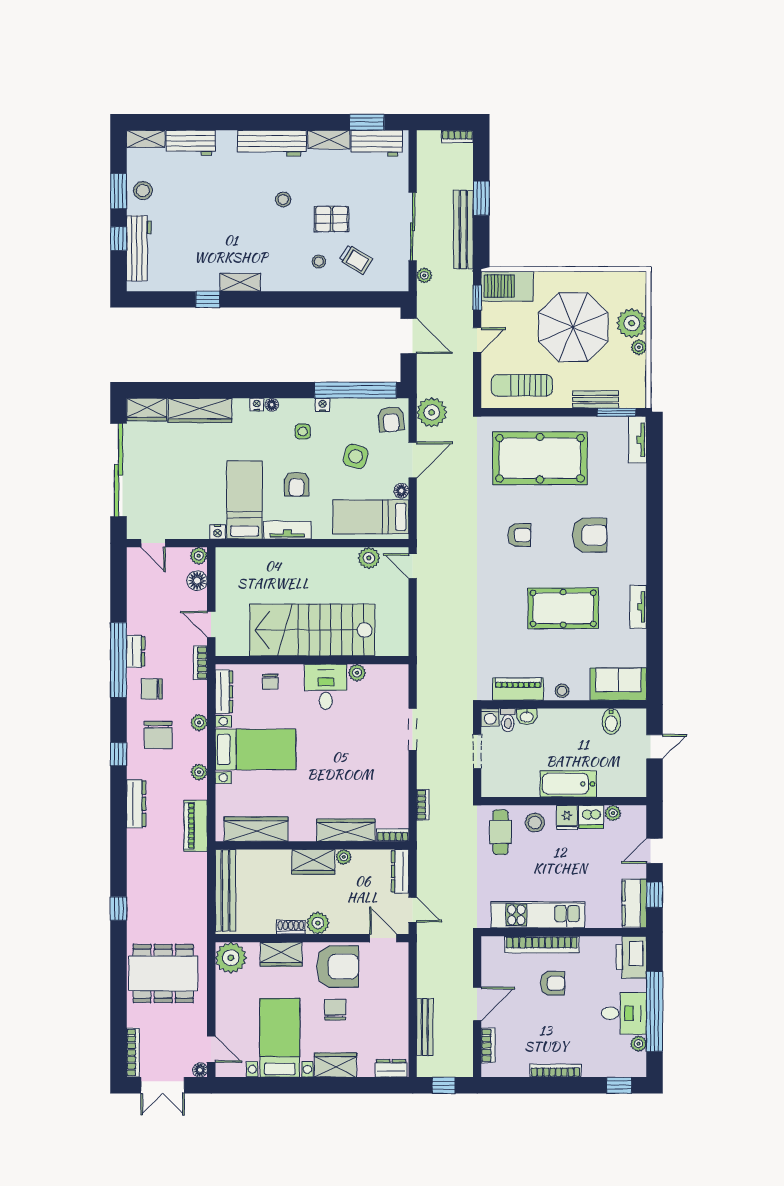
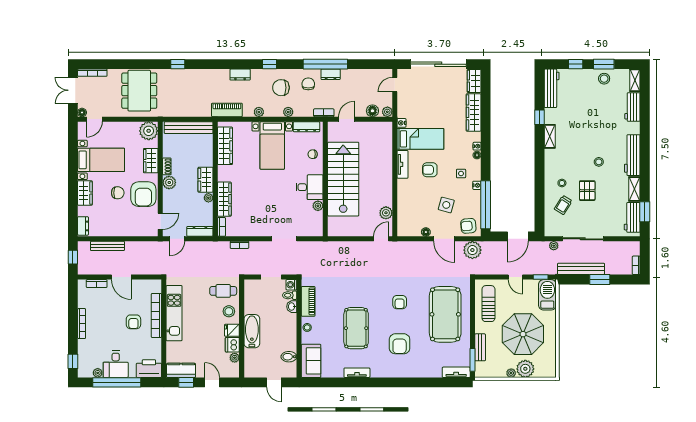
workbench: (139, 248) -> (552, 88), moved, turned -90
bed: (371, 517) -> (410, 214), removed
dresser: (136, 804) -> (240, 75), width x0.70

